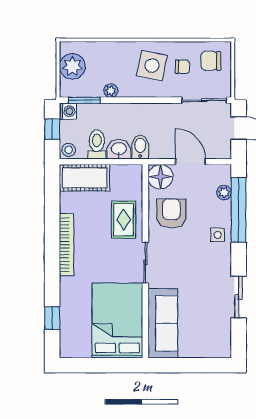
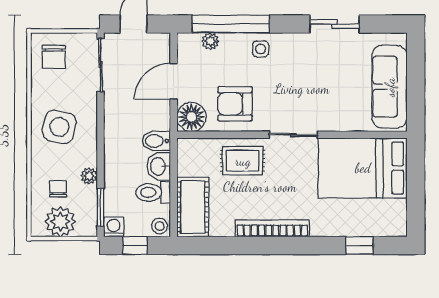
chair: (182, 67) -> (58, 189), moved
sofa: (163, 323) -> (390, 87), moved, turned -90

